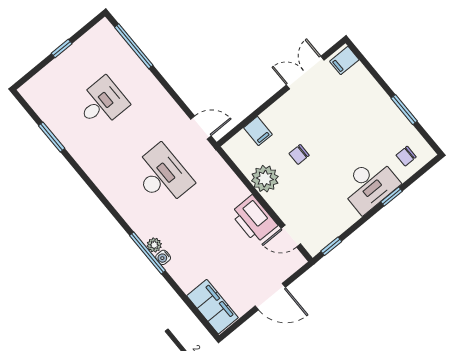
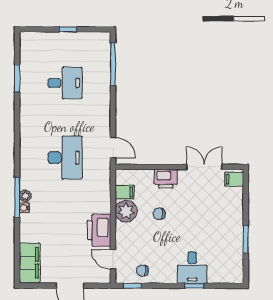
printer: (277, 115) -> (166, 179), added
filing cabinet: (258, 131) -> (125, 192), moved, turned -90
chair: (406, 156) -> (142, 271), moved
desk: (369, 185) -> (192, 268), width x0.73

